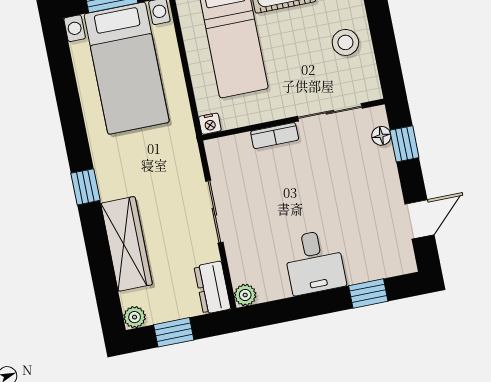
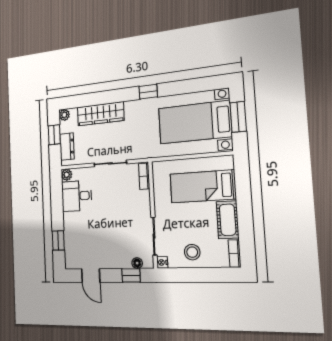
nightstand: (210, 124) -> (162, 262), moved
bookcase: (275, 136) -> (144, 176), moved
window: (85, 187) -> (148, 92), moved
desk: (314, 262) -> (77, 196), moved
dresser: (212, 288) -> (67, 147), moved, turned 90

